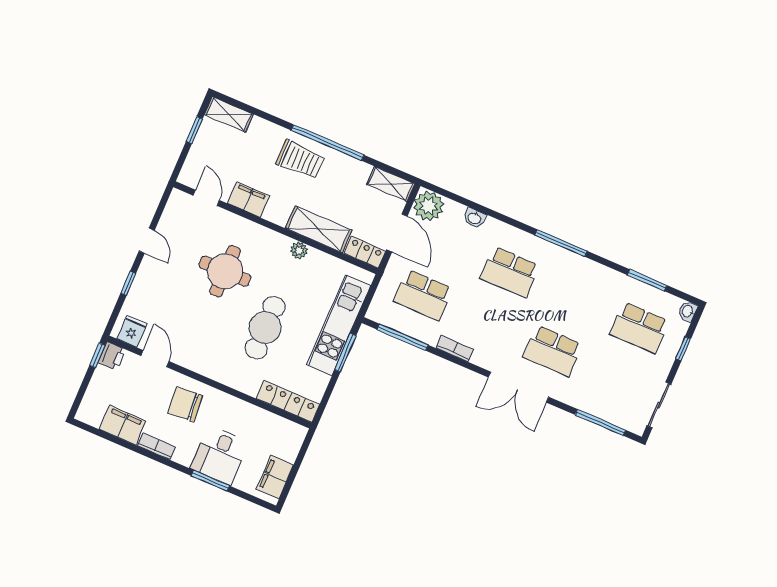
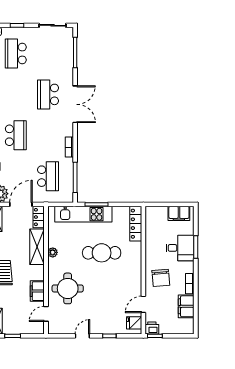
round table: (225, 271) -> (68, 288), moved
school desk: (639, 328) -> (16, 53), turned 180
school desk: (553, 351) -> (48, 94), turned 180

